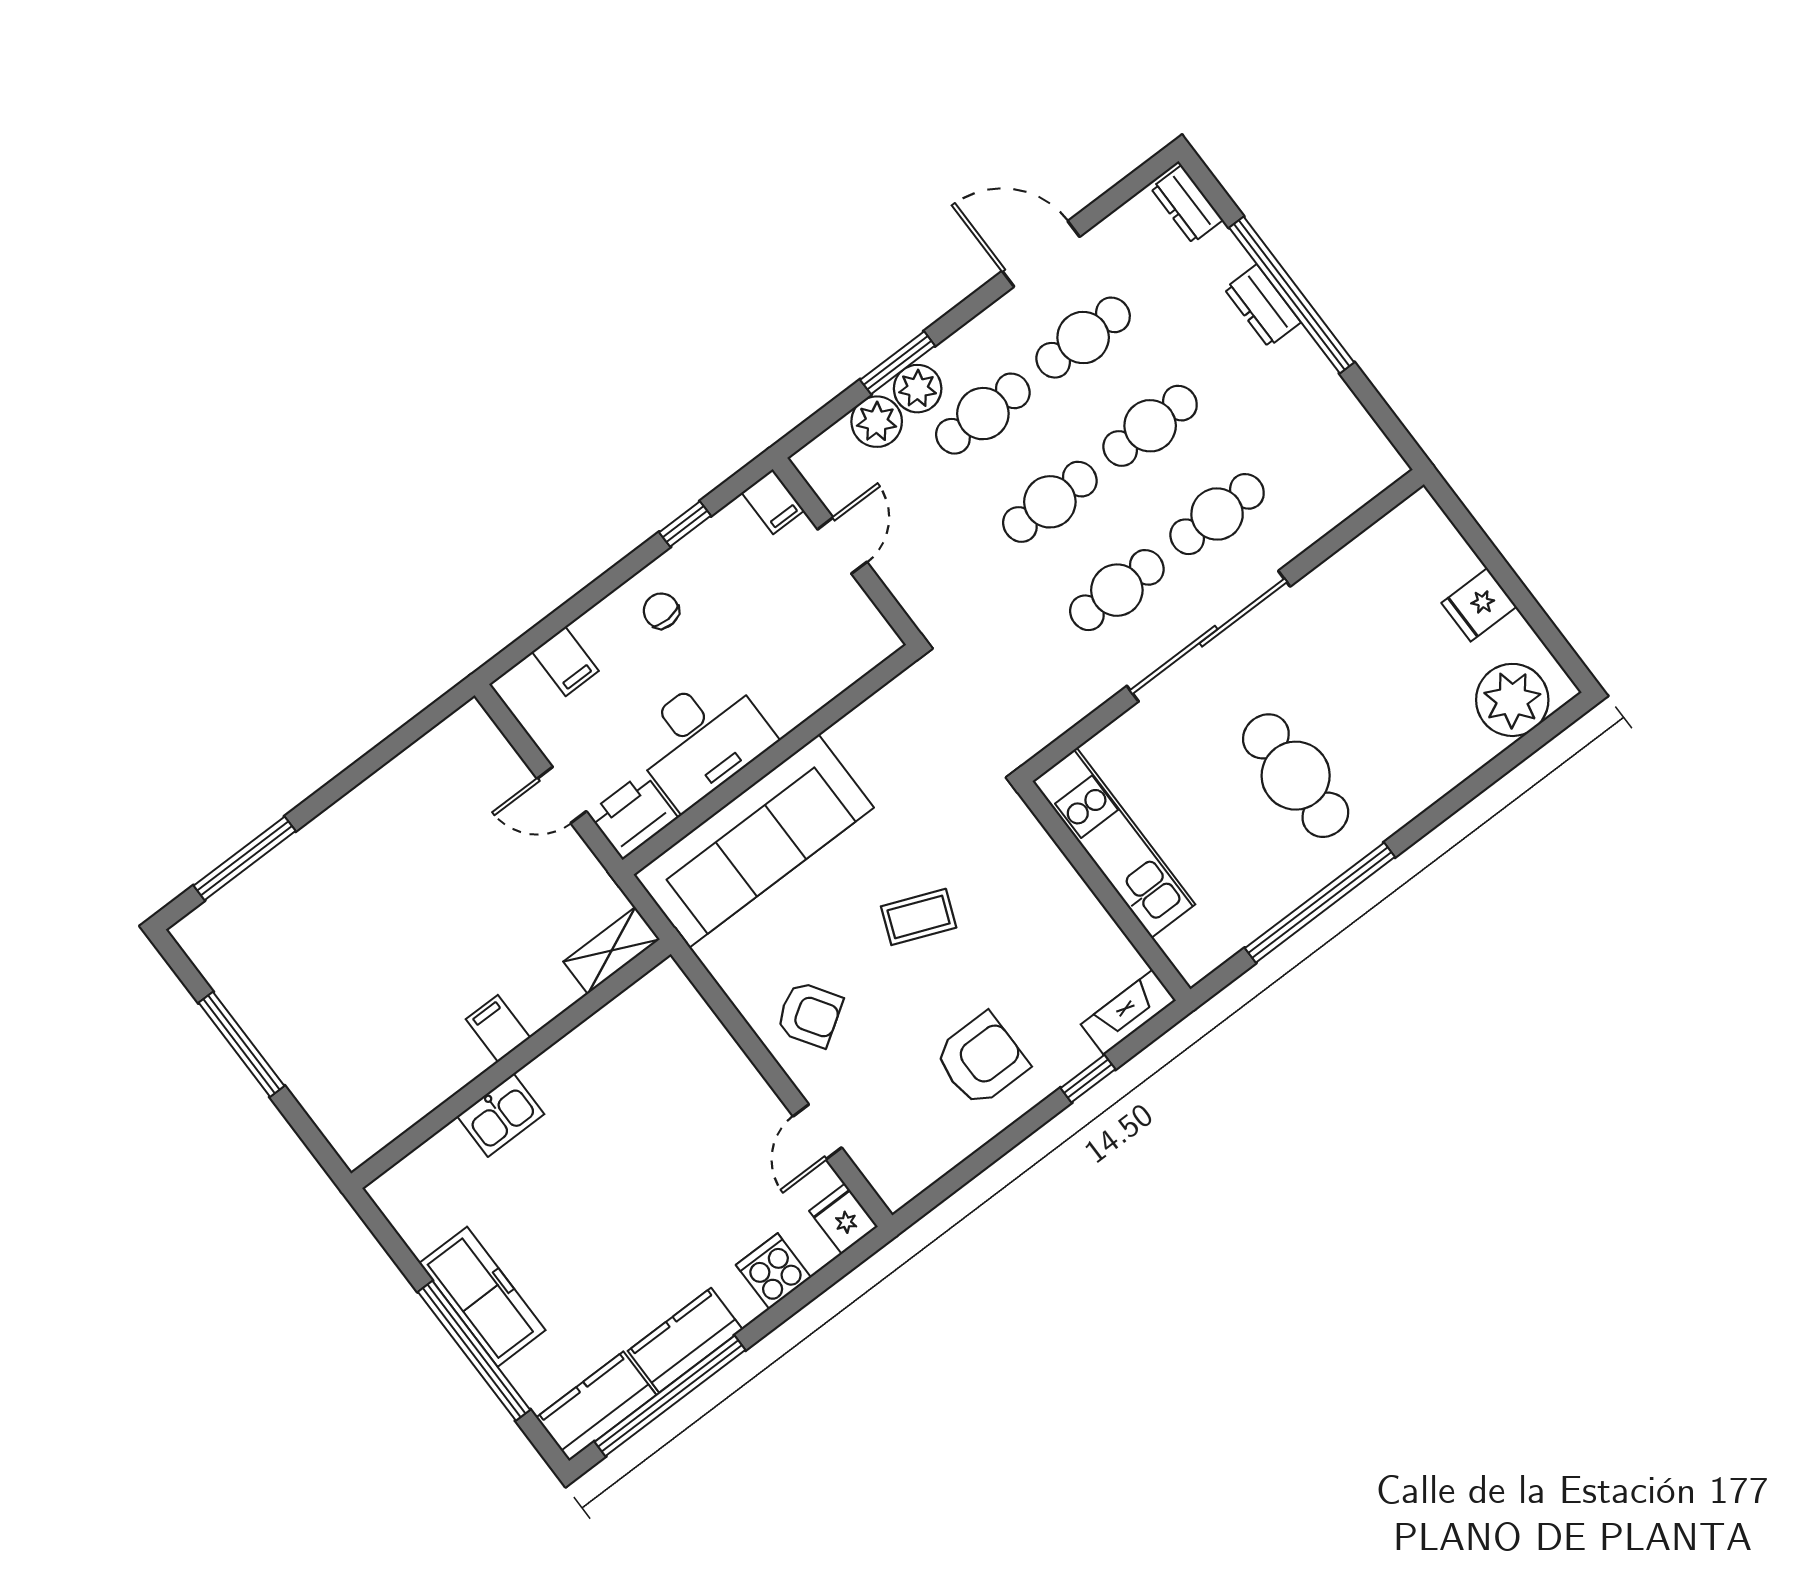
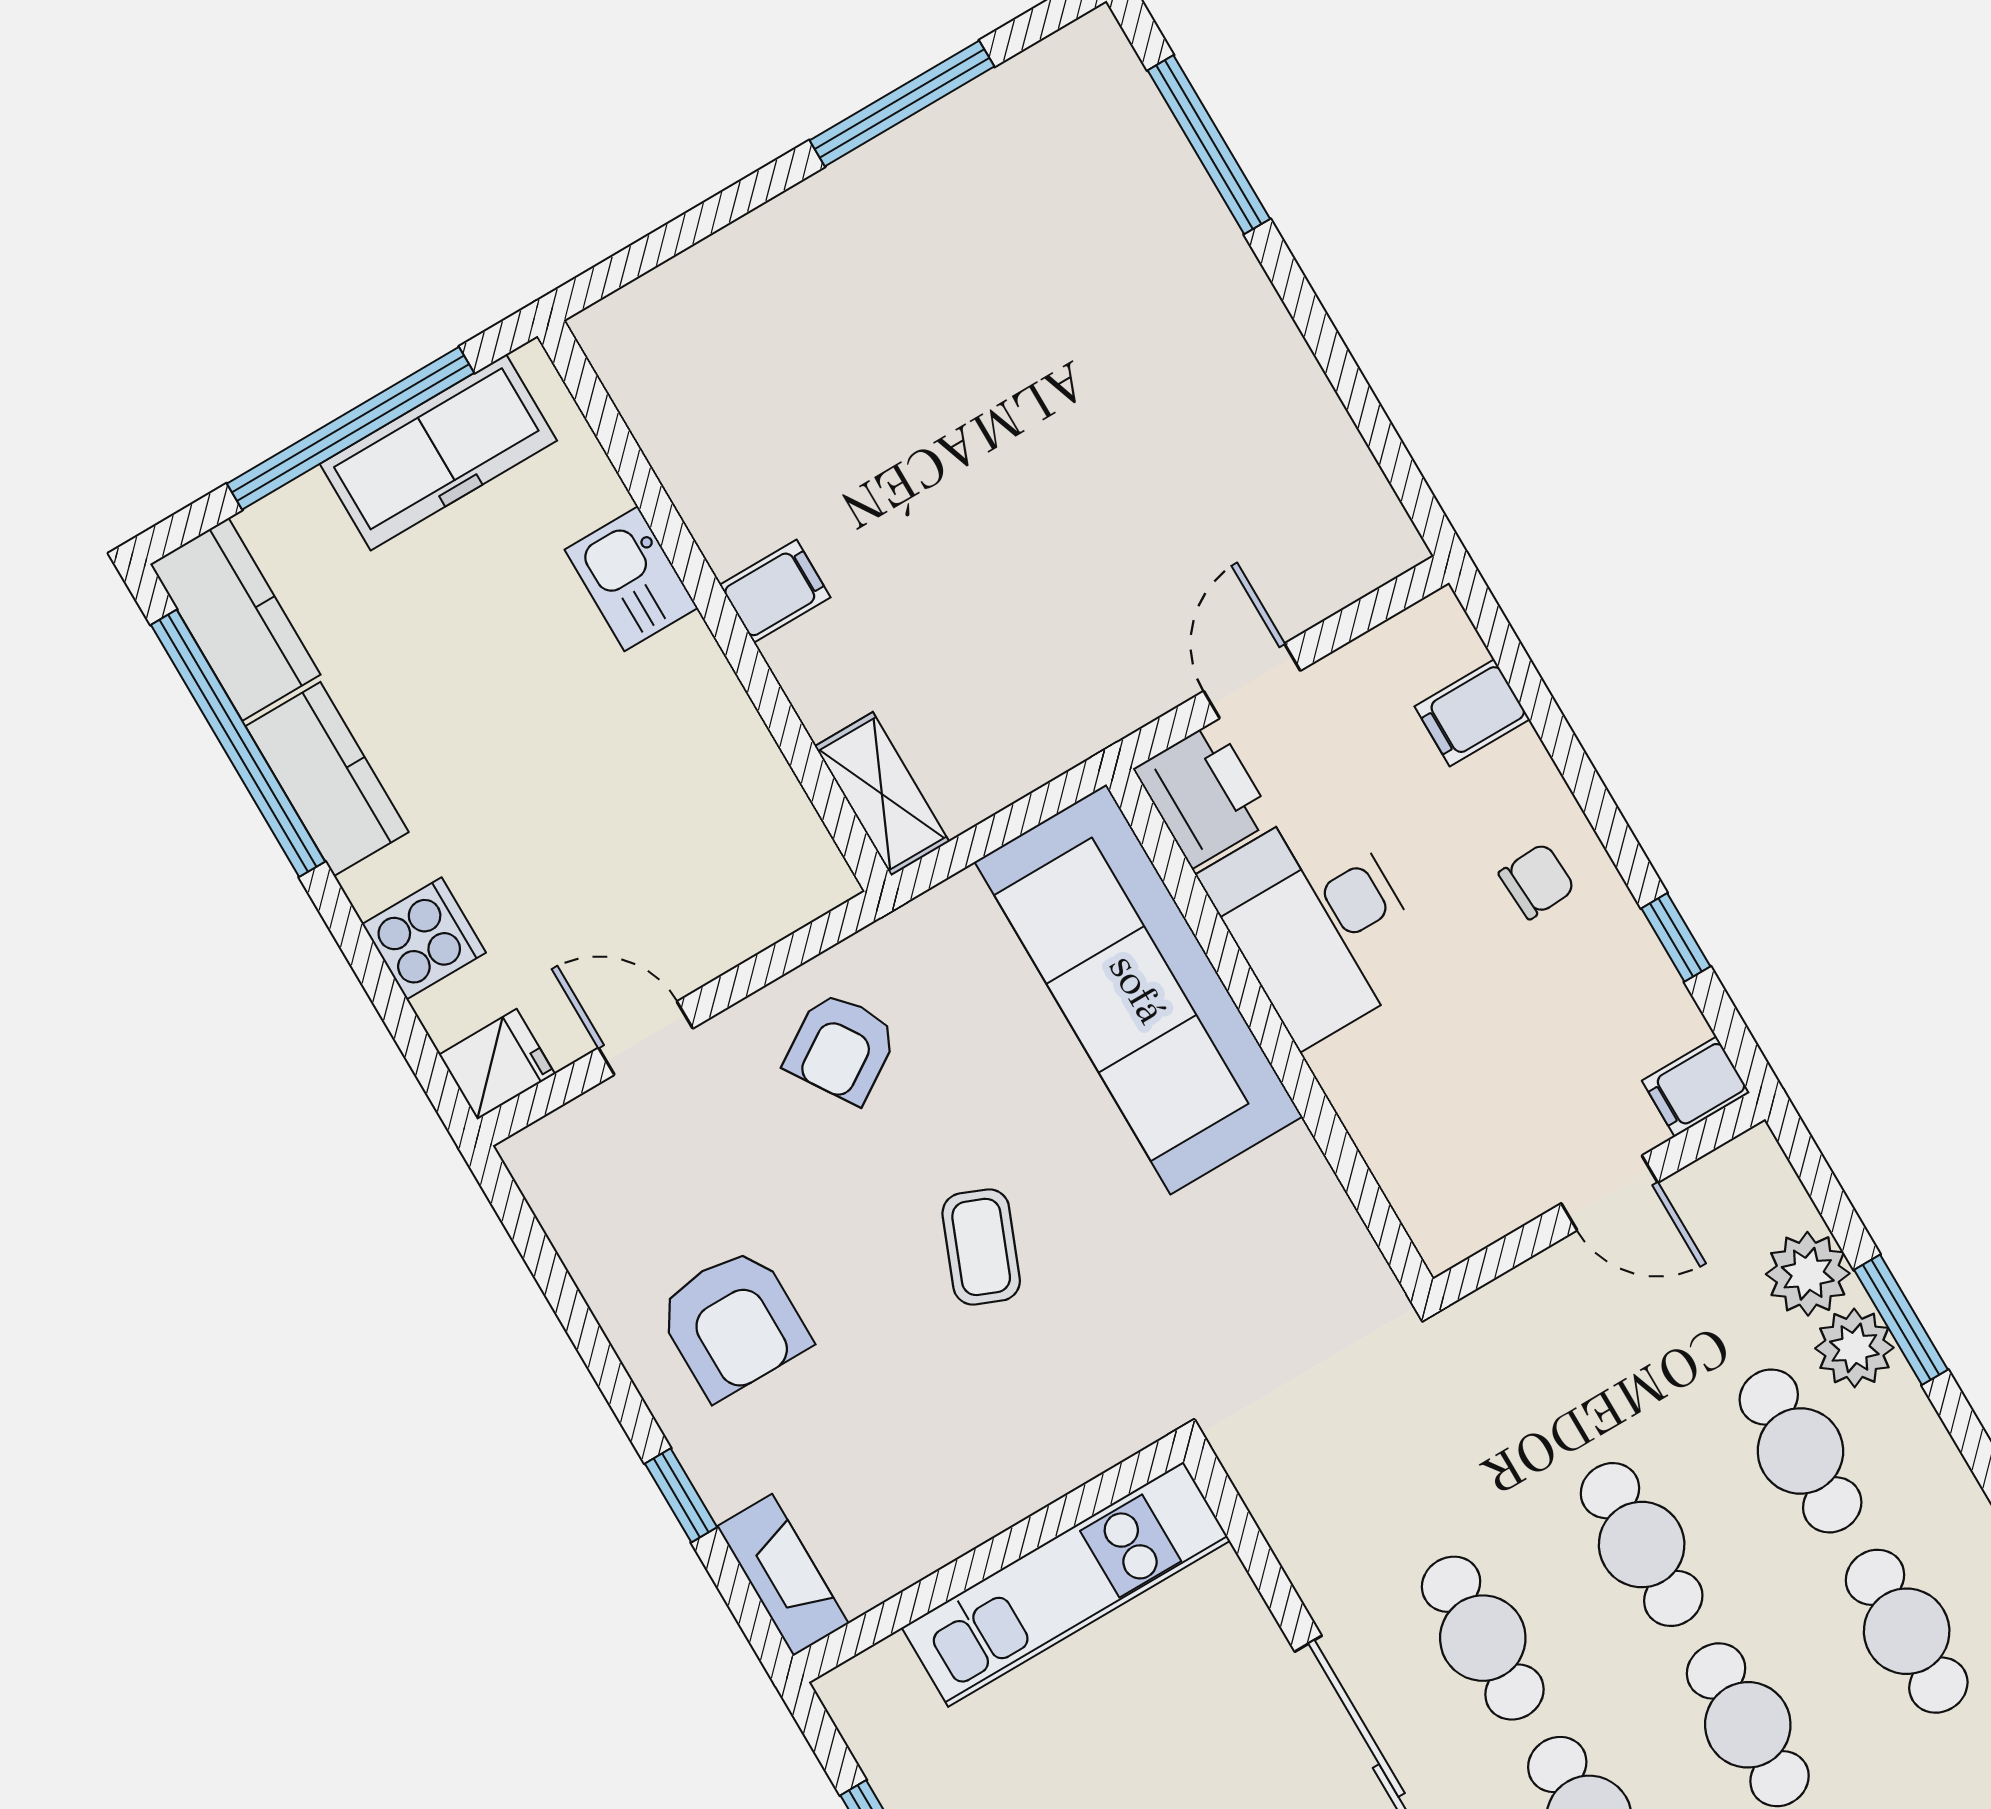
shelving: (612, 950) -> (882, 794), moved
filing cabinet: (498, 1028) -> (775, 591), moved
wall: (511, 1064) -> (714, 606), moved
kitchen sink: (501, 1115) -> (631, 579), moved

